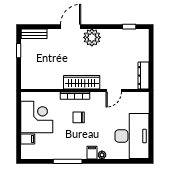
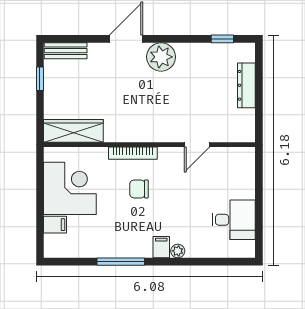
dresser: (144, 76) -> (246, 85), moved
wardrobe: (82, 82) -> (73, 131), moved
desk: (132, 136) -> (234, 220), width x0.53, depth x0.77

